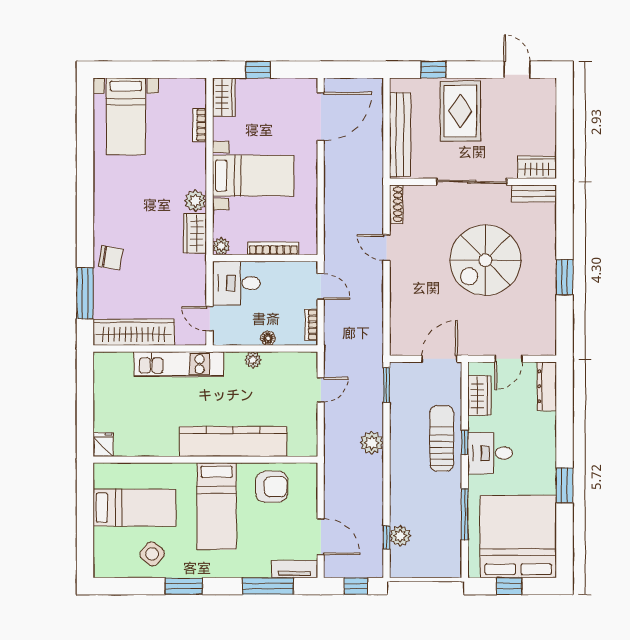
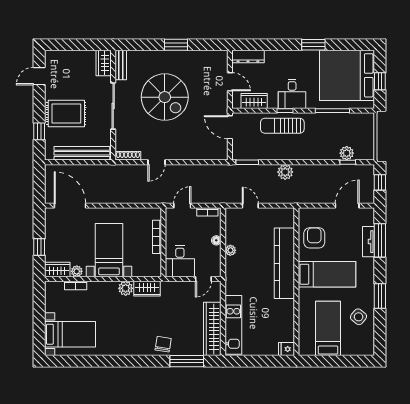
plant: (221, 246) -> (77, 271), moved
kitchen unit: (179, 364) -> (233, 325), moved
tv unit: (294, 569) -> (369, 242), moved

